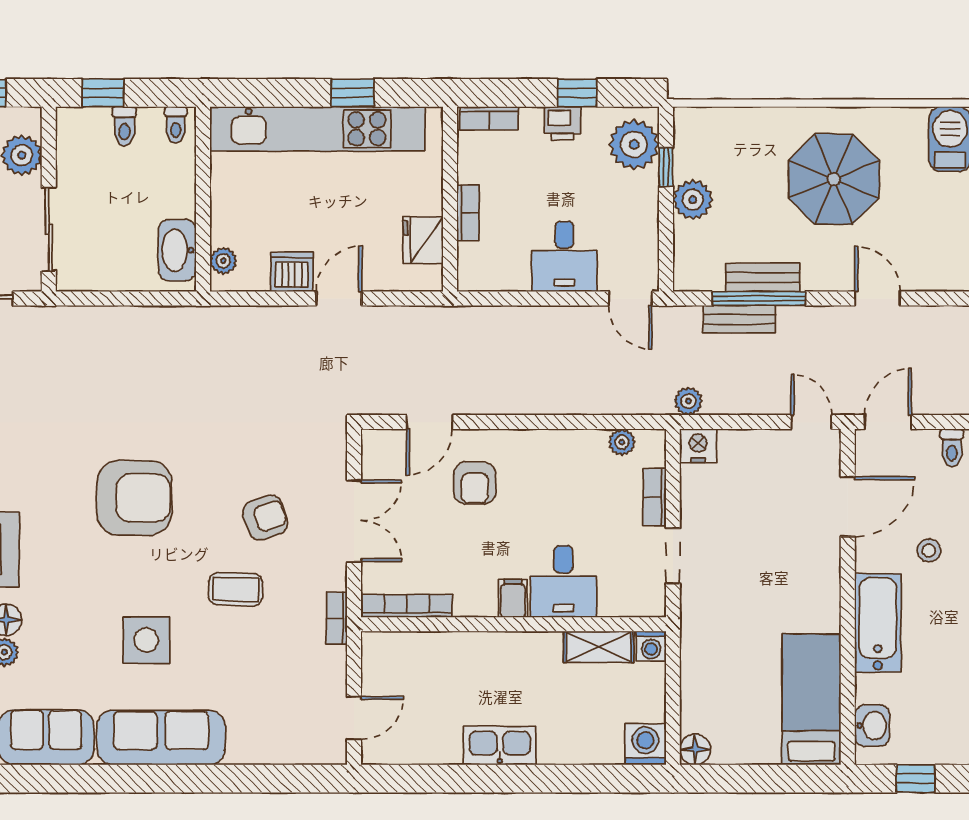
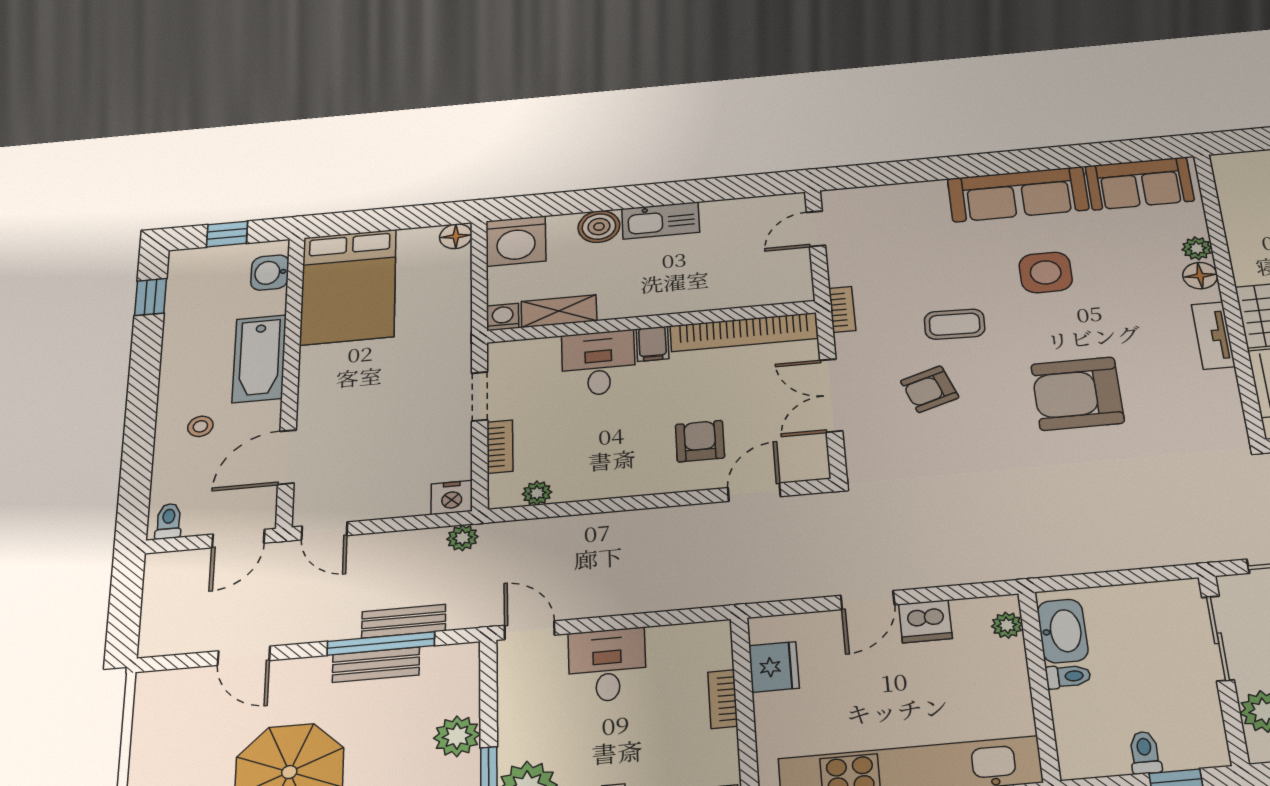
toilet: (176, 125) -> (1068, 676), moved, turned 90
bookcase: (407, 606) -> (744, 332), width x1.48, depth x1.31
bed: (811, 700) -> (348, 287), width x1.50
washing machine: (645, 744) -> (516, 241), width x1.37, depth x1.37
boiler: (559, 745) -> (599, 227), added

